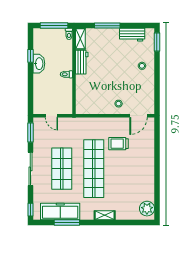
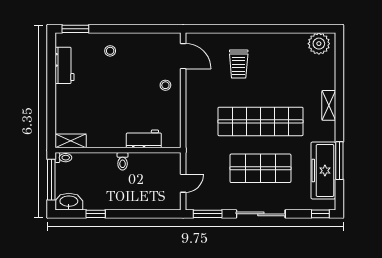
window: (107, 26) -> (51, 102), removed
workbench: (82, 62) -> (144, 139), moved
washbasin: (39, 64) -> (69, 202), moved
trolley: (119, 144) -> (239, 64), moved

